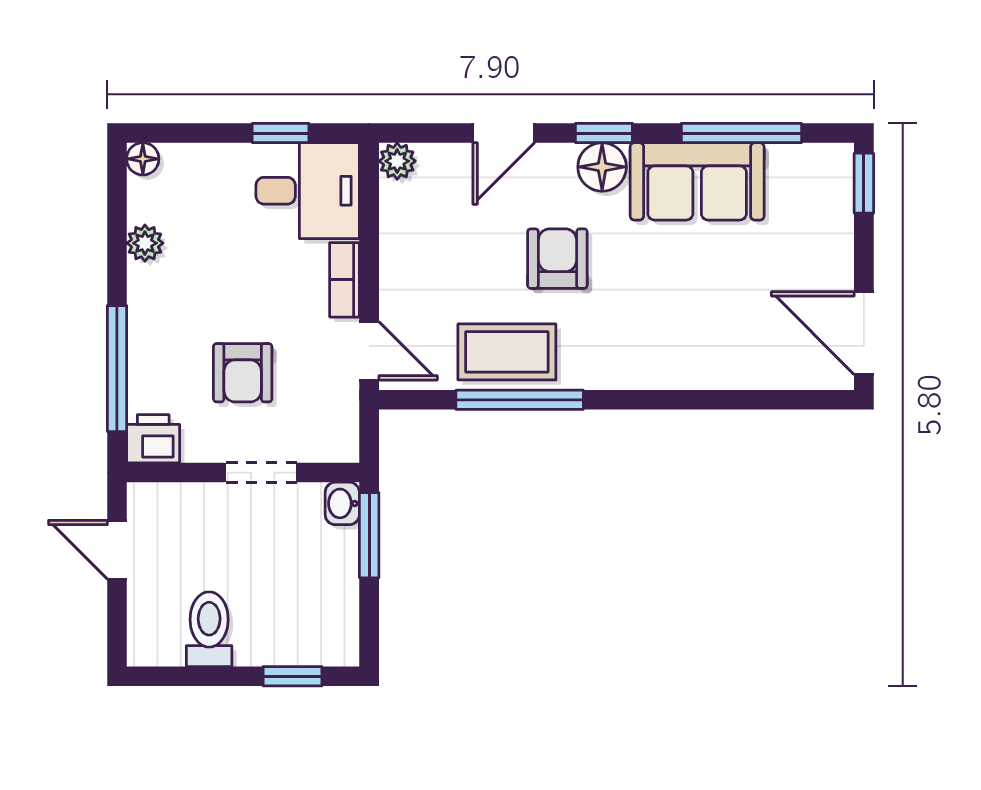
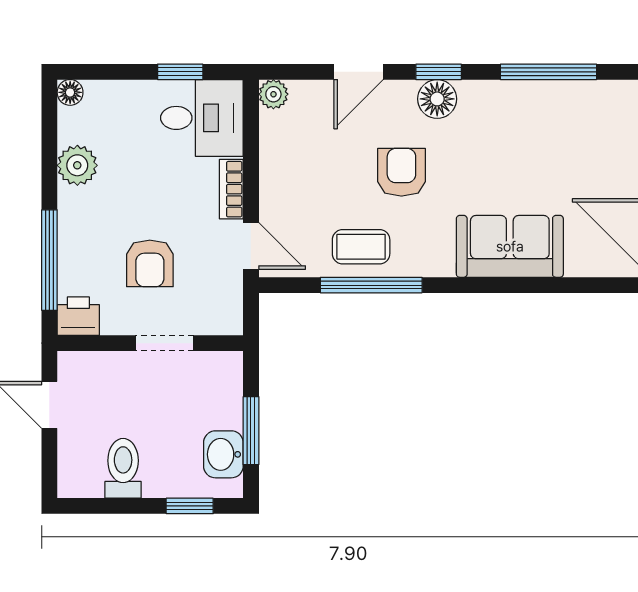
sofa: (697, 181) -> (510, 246), moved, turned 180
plant: (145, 243) -> (77, 165), width x1.38, depth x1.38
coffee table: (507, 352) -> (361, 247), width x0.73, depth x0.77
washbasin: (342, 503) -> (223, 454), moved, width x1.38, depth x1.45
window: (369, 535) -> (251, 431), moved

